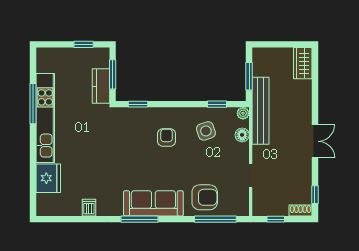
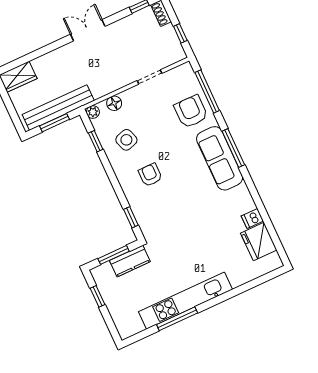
bench: (260, 111) -> (58, 108), moved
armchair: (167, 138) -> (150, 175), turned 90
fridge: (48, 178) -> (259, 242), moved, turned -90
window: (139, 219) -> (233, 148), moved

